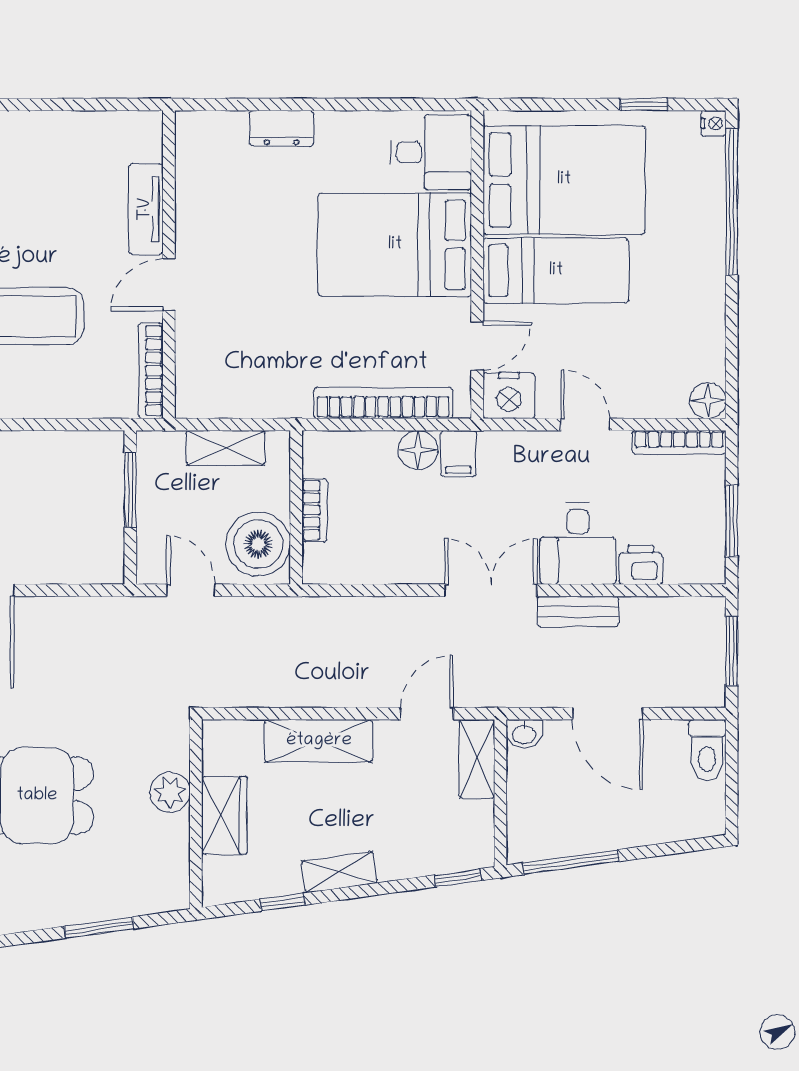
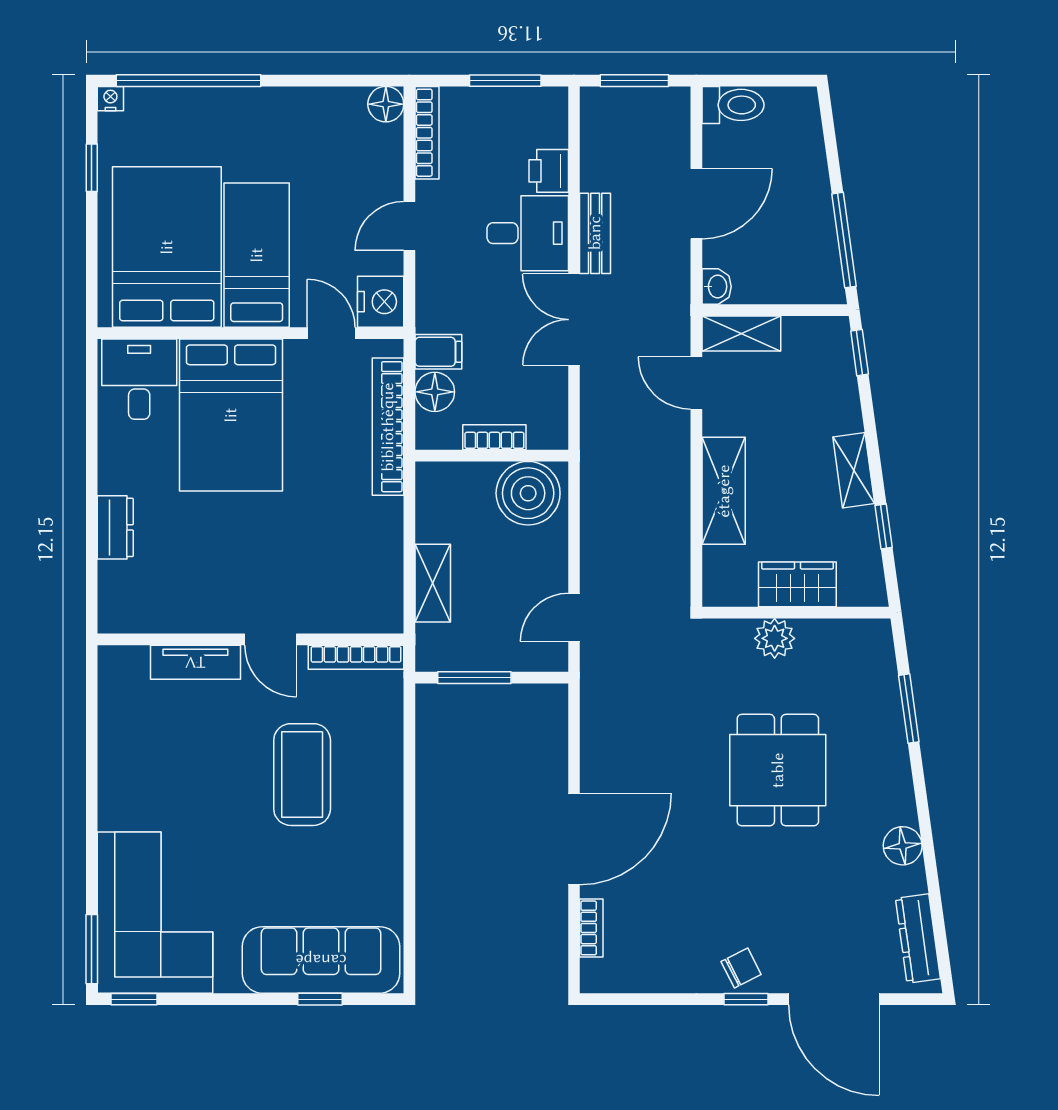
wall: (296, 507) -> (492, 456), moved
bookcase: (315, 510) -> (494, 437), moved
boiler: (258, 544) -> (528, 493), moved

